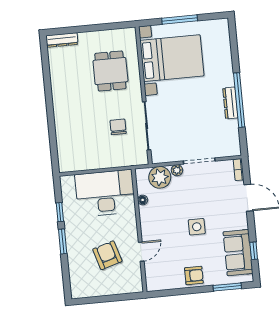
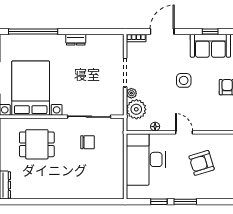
window: (239, 100) -> (33, 32), moved
dresser: (230, 103) -> (76, 40), width x0.70
chair: (118, 127) -> (88, 142), turned 180
door: (141, 252) -> (184, 132), moved

